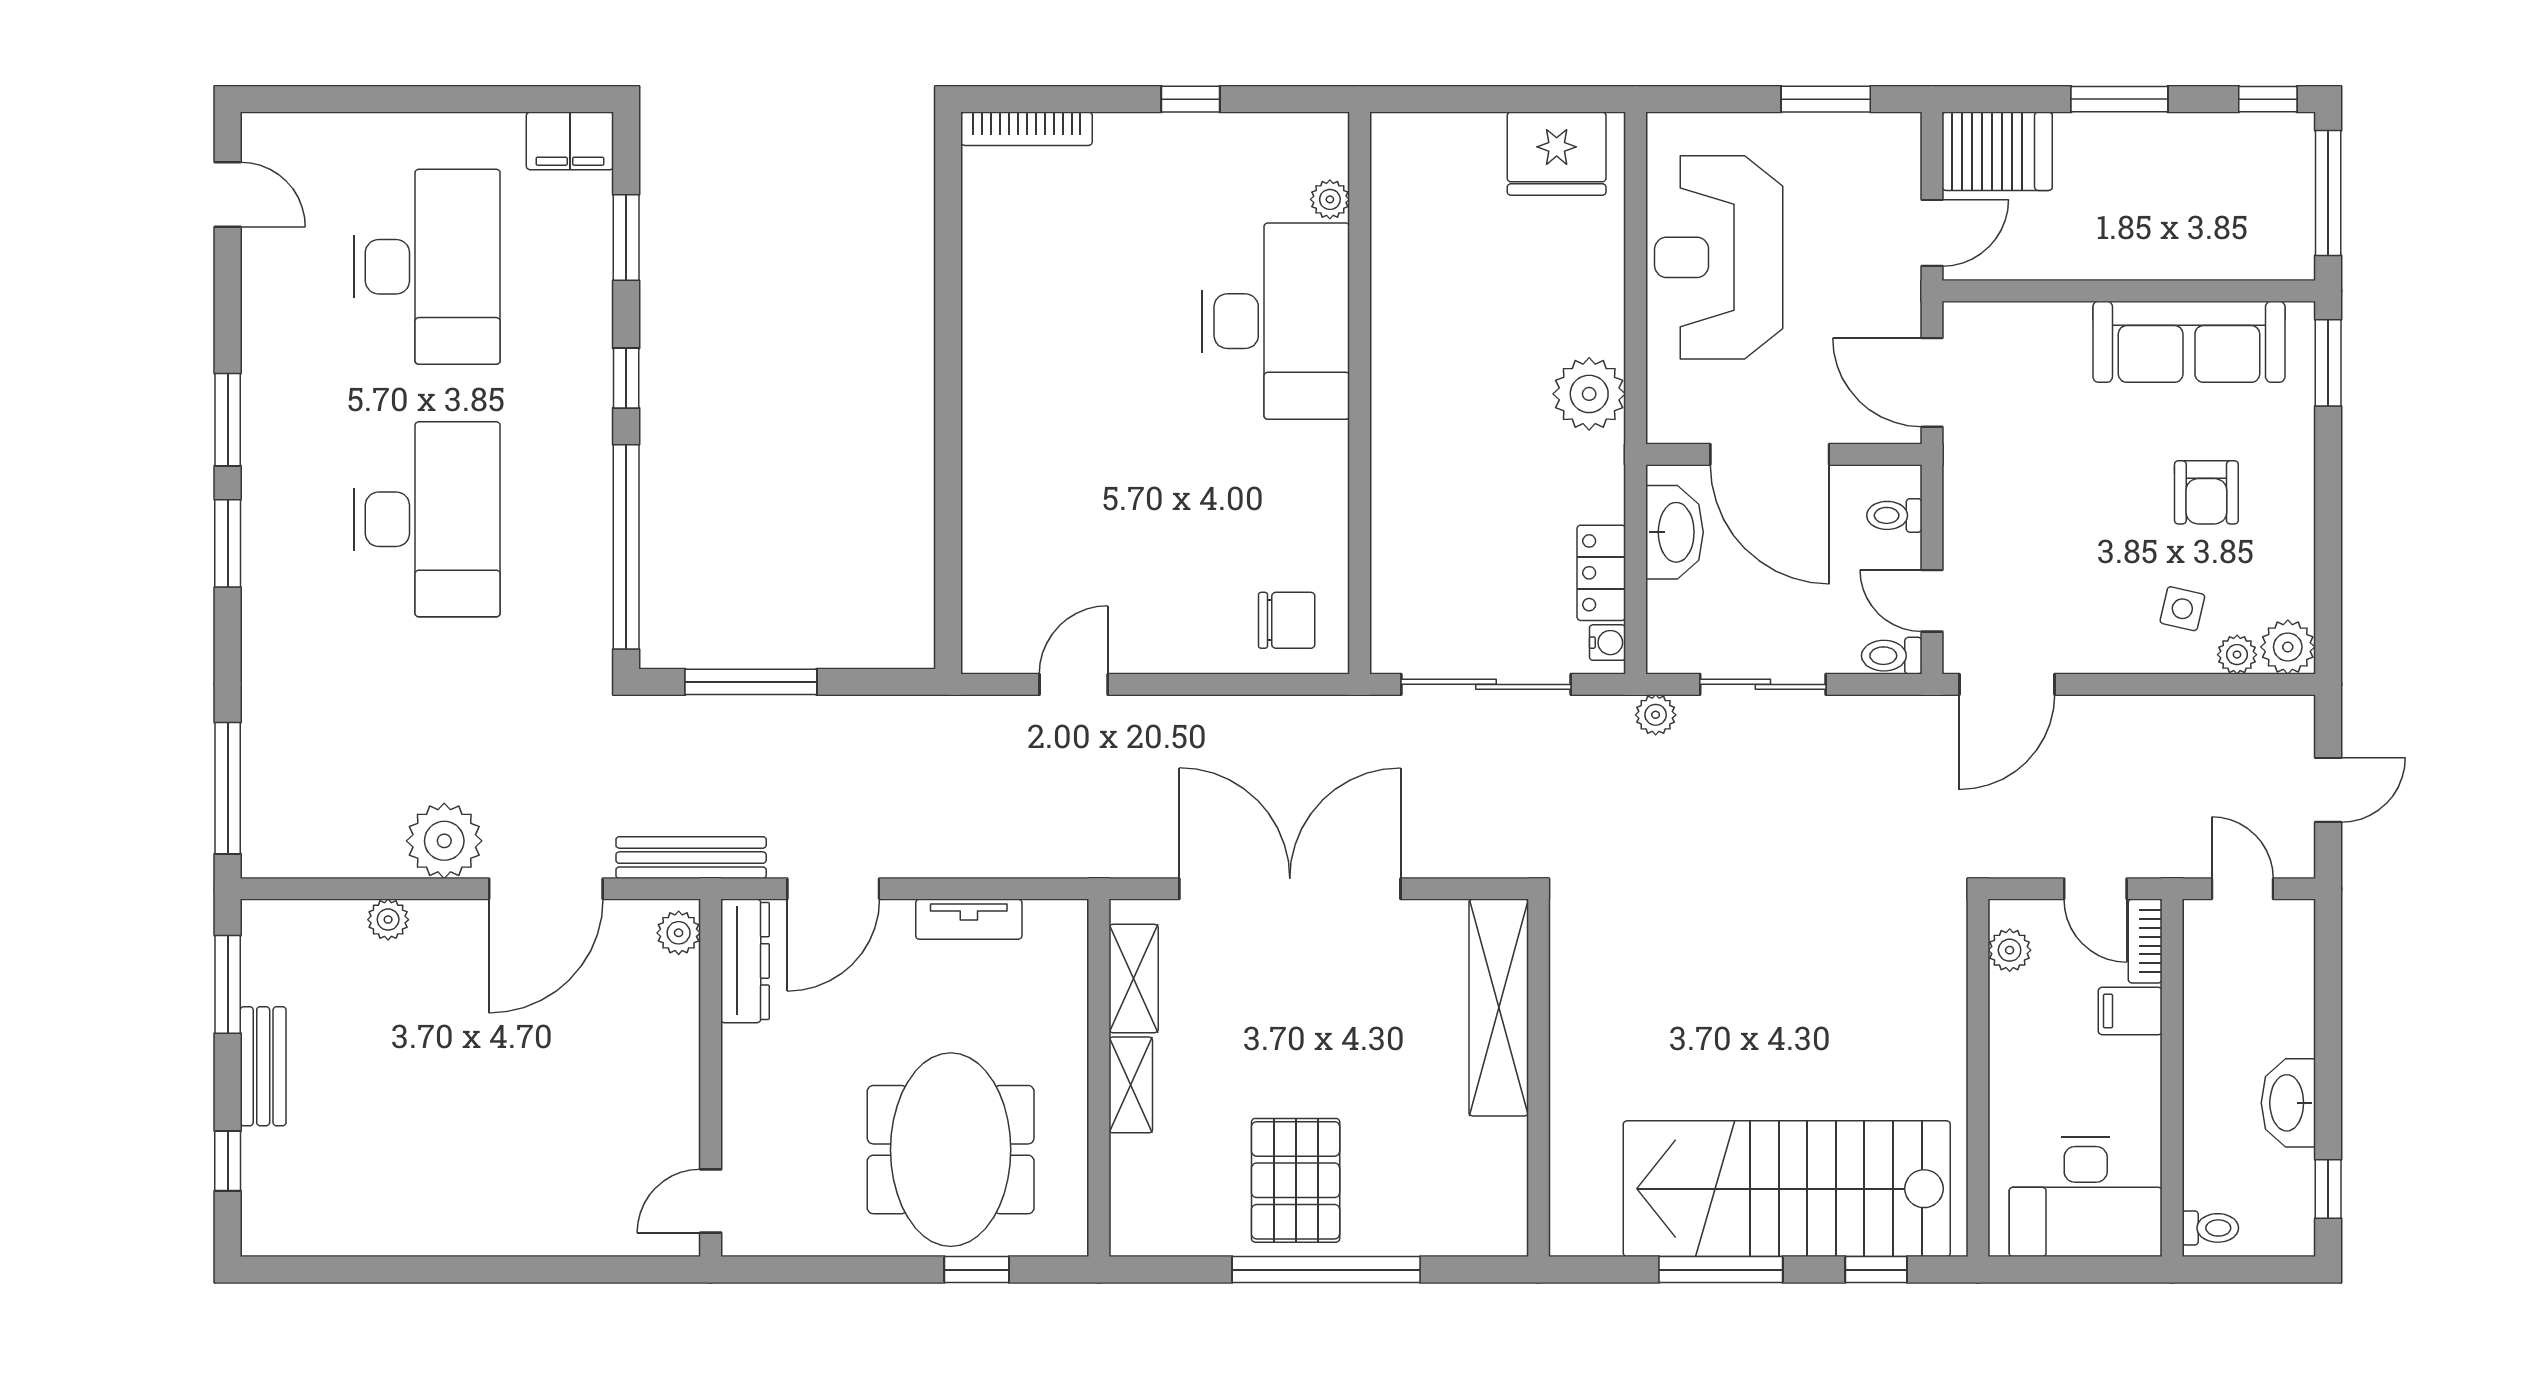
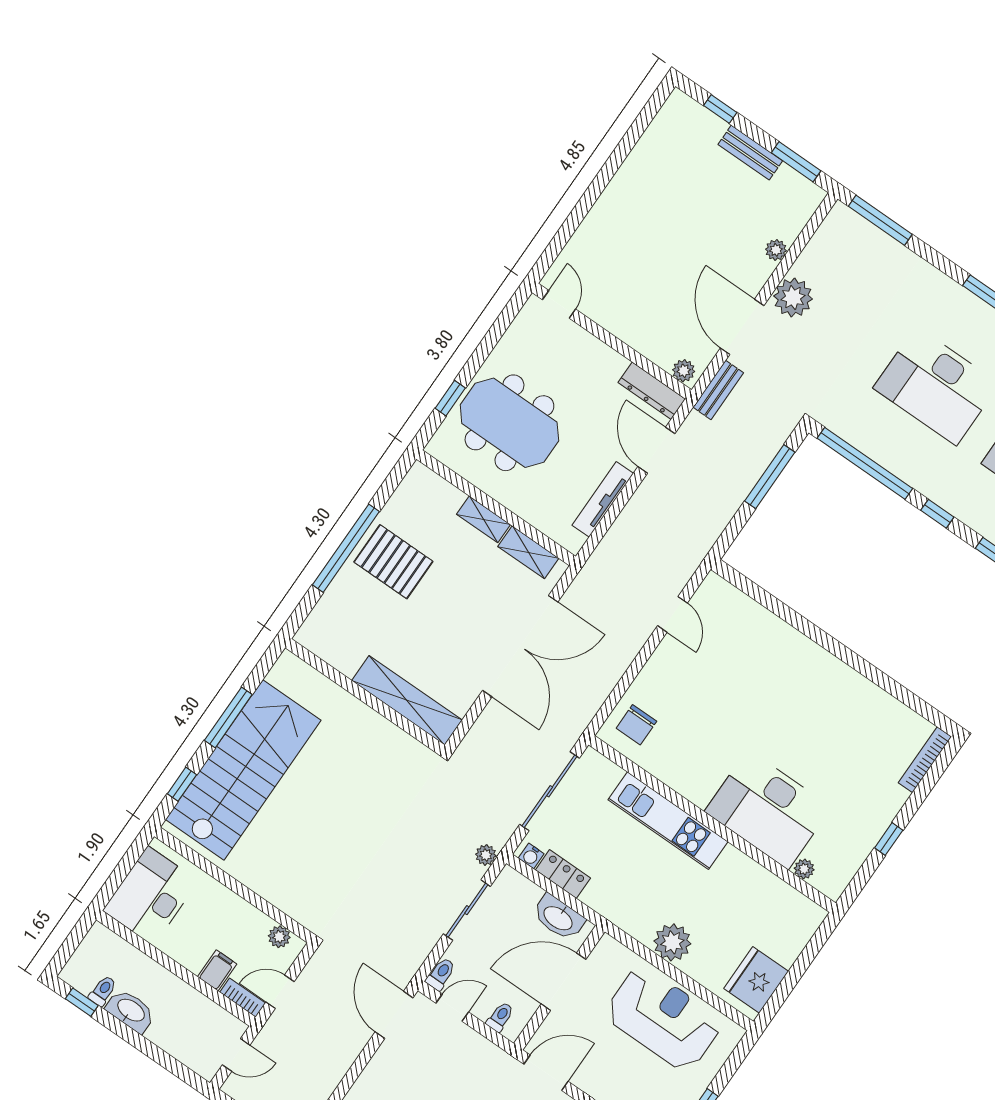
plant: (1589, 394) -> (672, 942), moved
kitchen unit: (1403, 466) -> (668, 821), added
bench: (691, 858) -> (718, 390), width x0.73
tv unit: (969, 919) -> (603, 499), width x1.41
toilet: (2210, 1228) -> (103, 991), moved, turned 180

